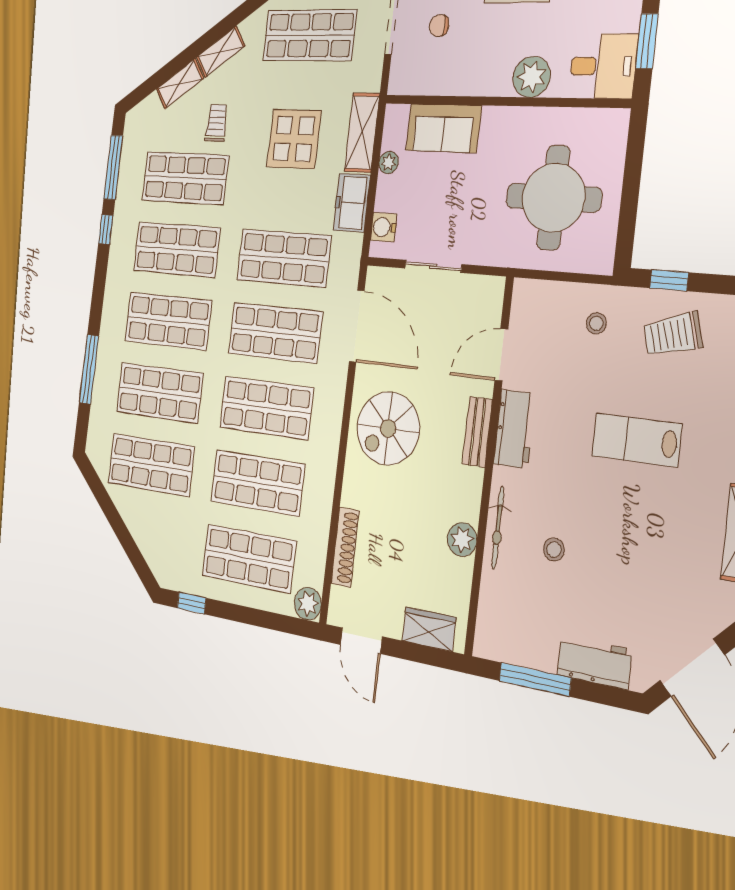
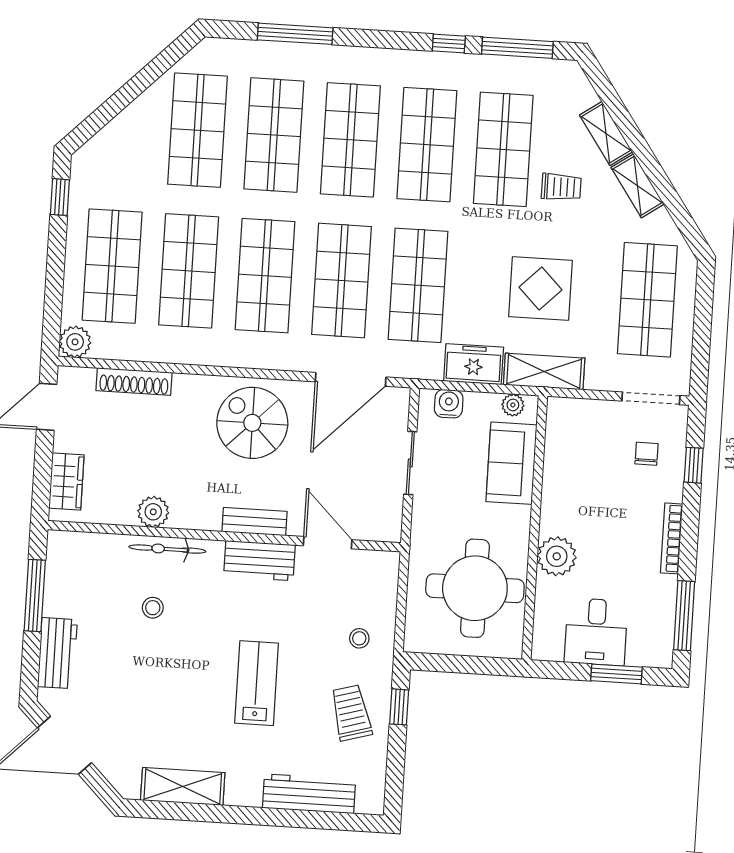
plant: (532, 77) -> (557, 556), moved
wall: (504, 101) -> (535, 528), moved
sofa: (443, 128) -> (511, 463), moved

